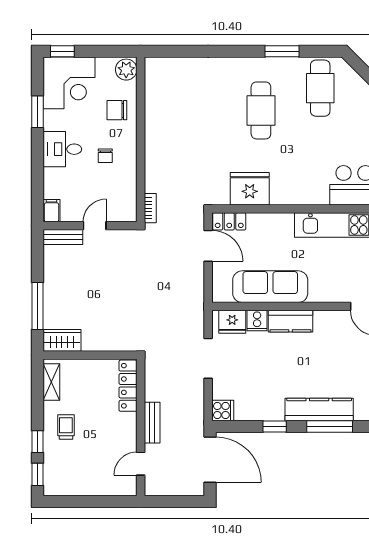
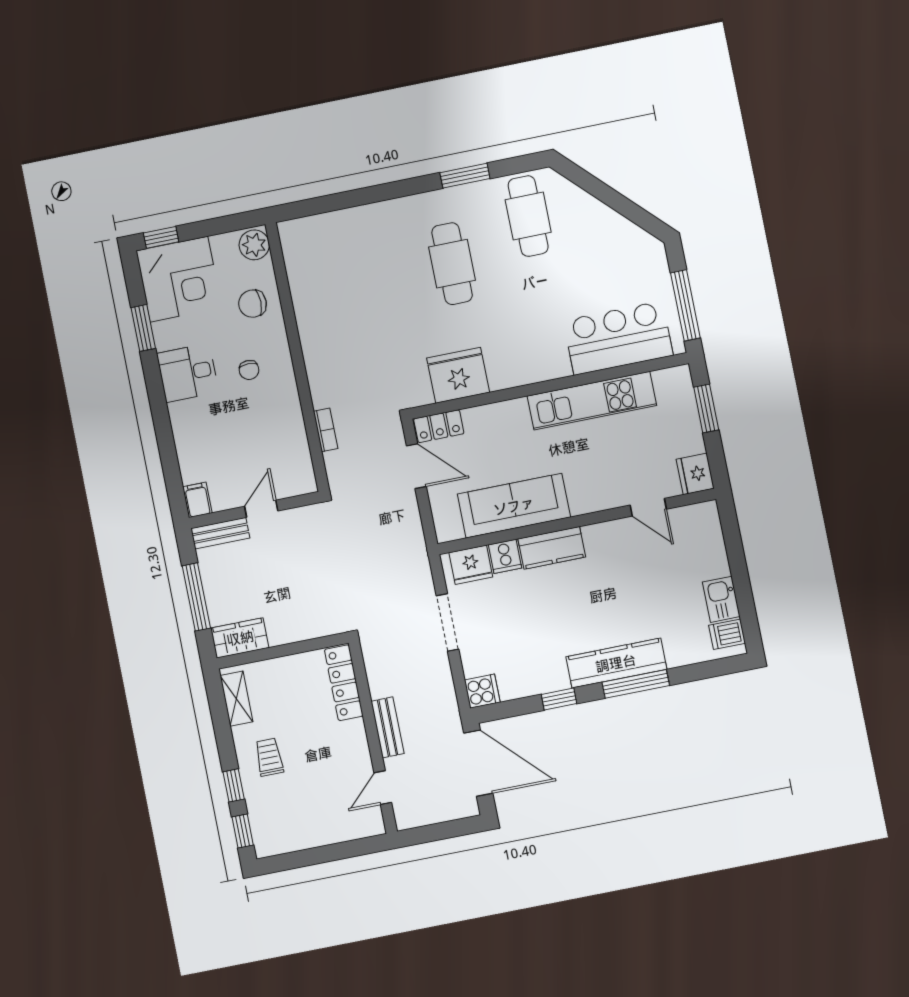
filing cabinet: (51, 211) -> (197, 500), moved
wall: (90, 226) -> (255, 510), moved
door: (95, 226) -> (261, 509), moved
bench: (63, 237) -> (220, 533), moved

